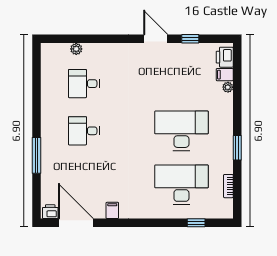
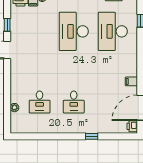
window: (36, 155) -> (92, 136), width x0.46

